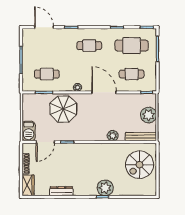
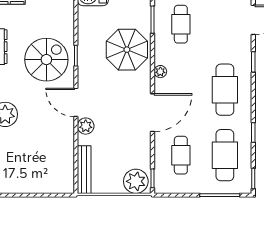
cafe table: (89, 46) -> (225, 90), width x1.37, depth x1.35
plant: (149, 115) -> (136, 181), moved
door: (45, 142) -> (76, 102), moved
spiral stairs: (140, 165) -> (46, 60), moved, turned 90

